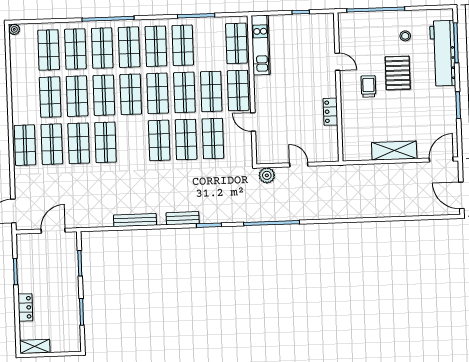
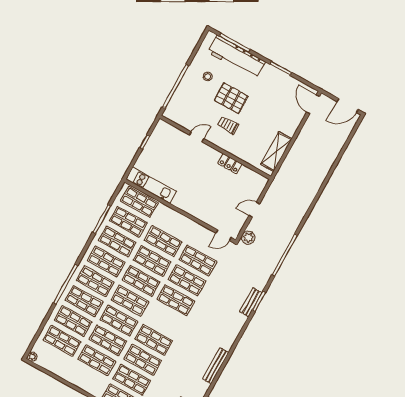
shop shelf: (238, 90) -> (128, 222), moved
door: (253, 122) -> (224, 235), moved
shelving: (394, 151) -> (276, 152), moved
bench: (183, 218) -> (251, 302), moved
bench: (135, 220) -> (216, 366), moved

